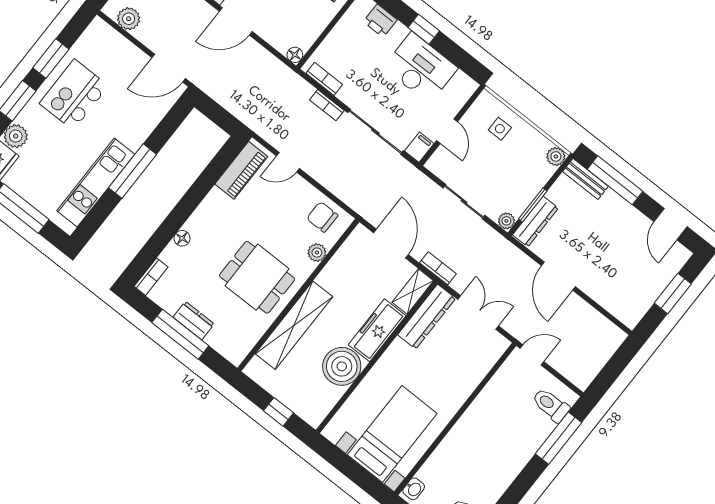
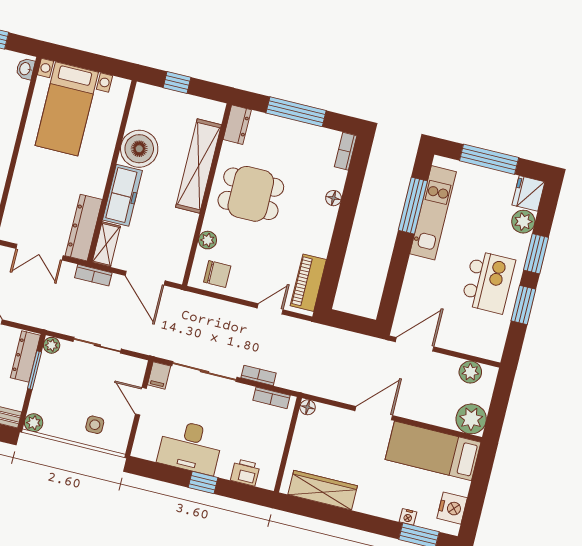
window: (133, 171) -> (413, 206), moved
dresser: (194, 321) -> (237, 125), moved, turned -90

